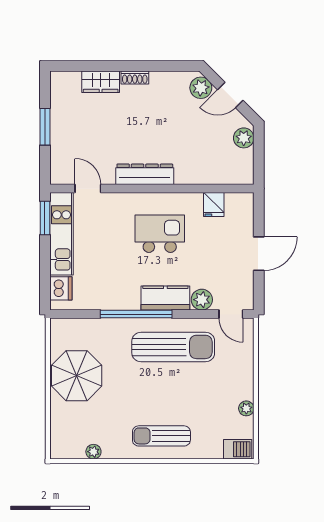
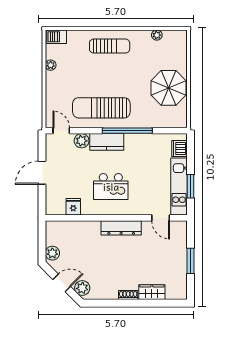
window: (45, 218) -> (191, 186), moved

